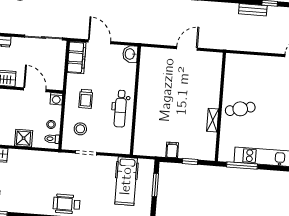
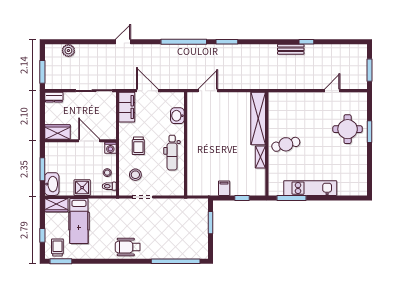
door: (187, 48) -> (208, 91), moved
washbasin: (130, 54) -> (177, 116), moved
shelving: (213, 80) -> (258, 119), added
hospital bed: (126, 181) -> (79, 221), moved

